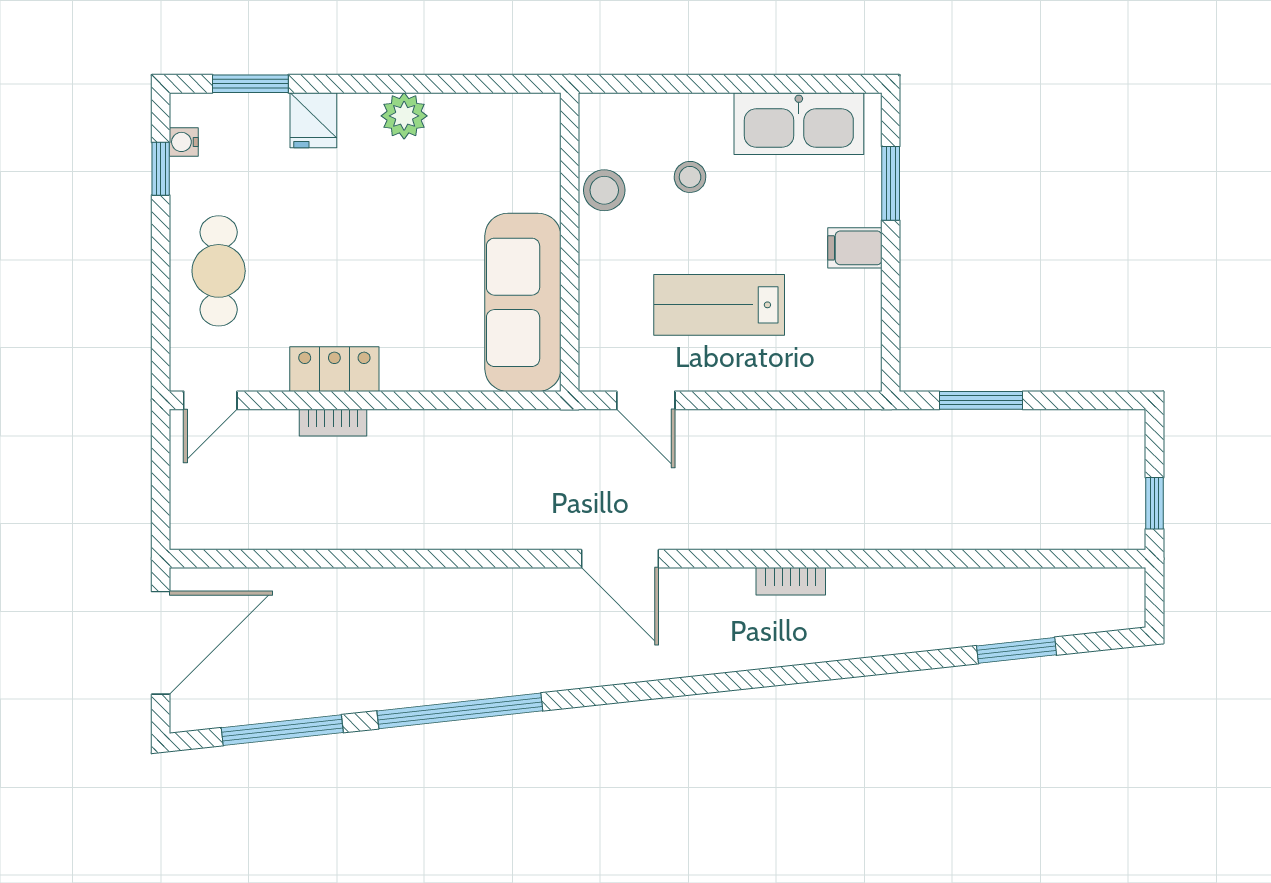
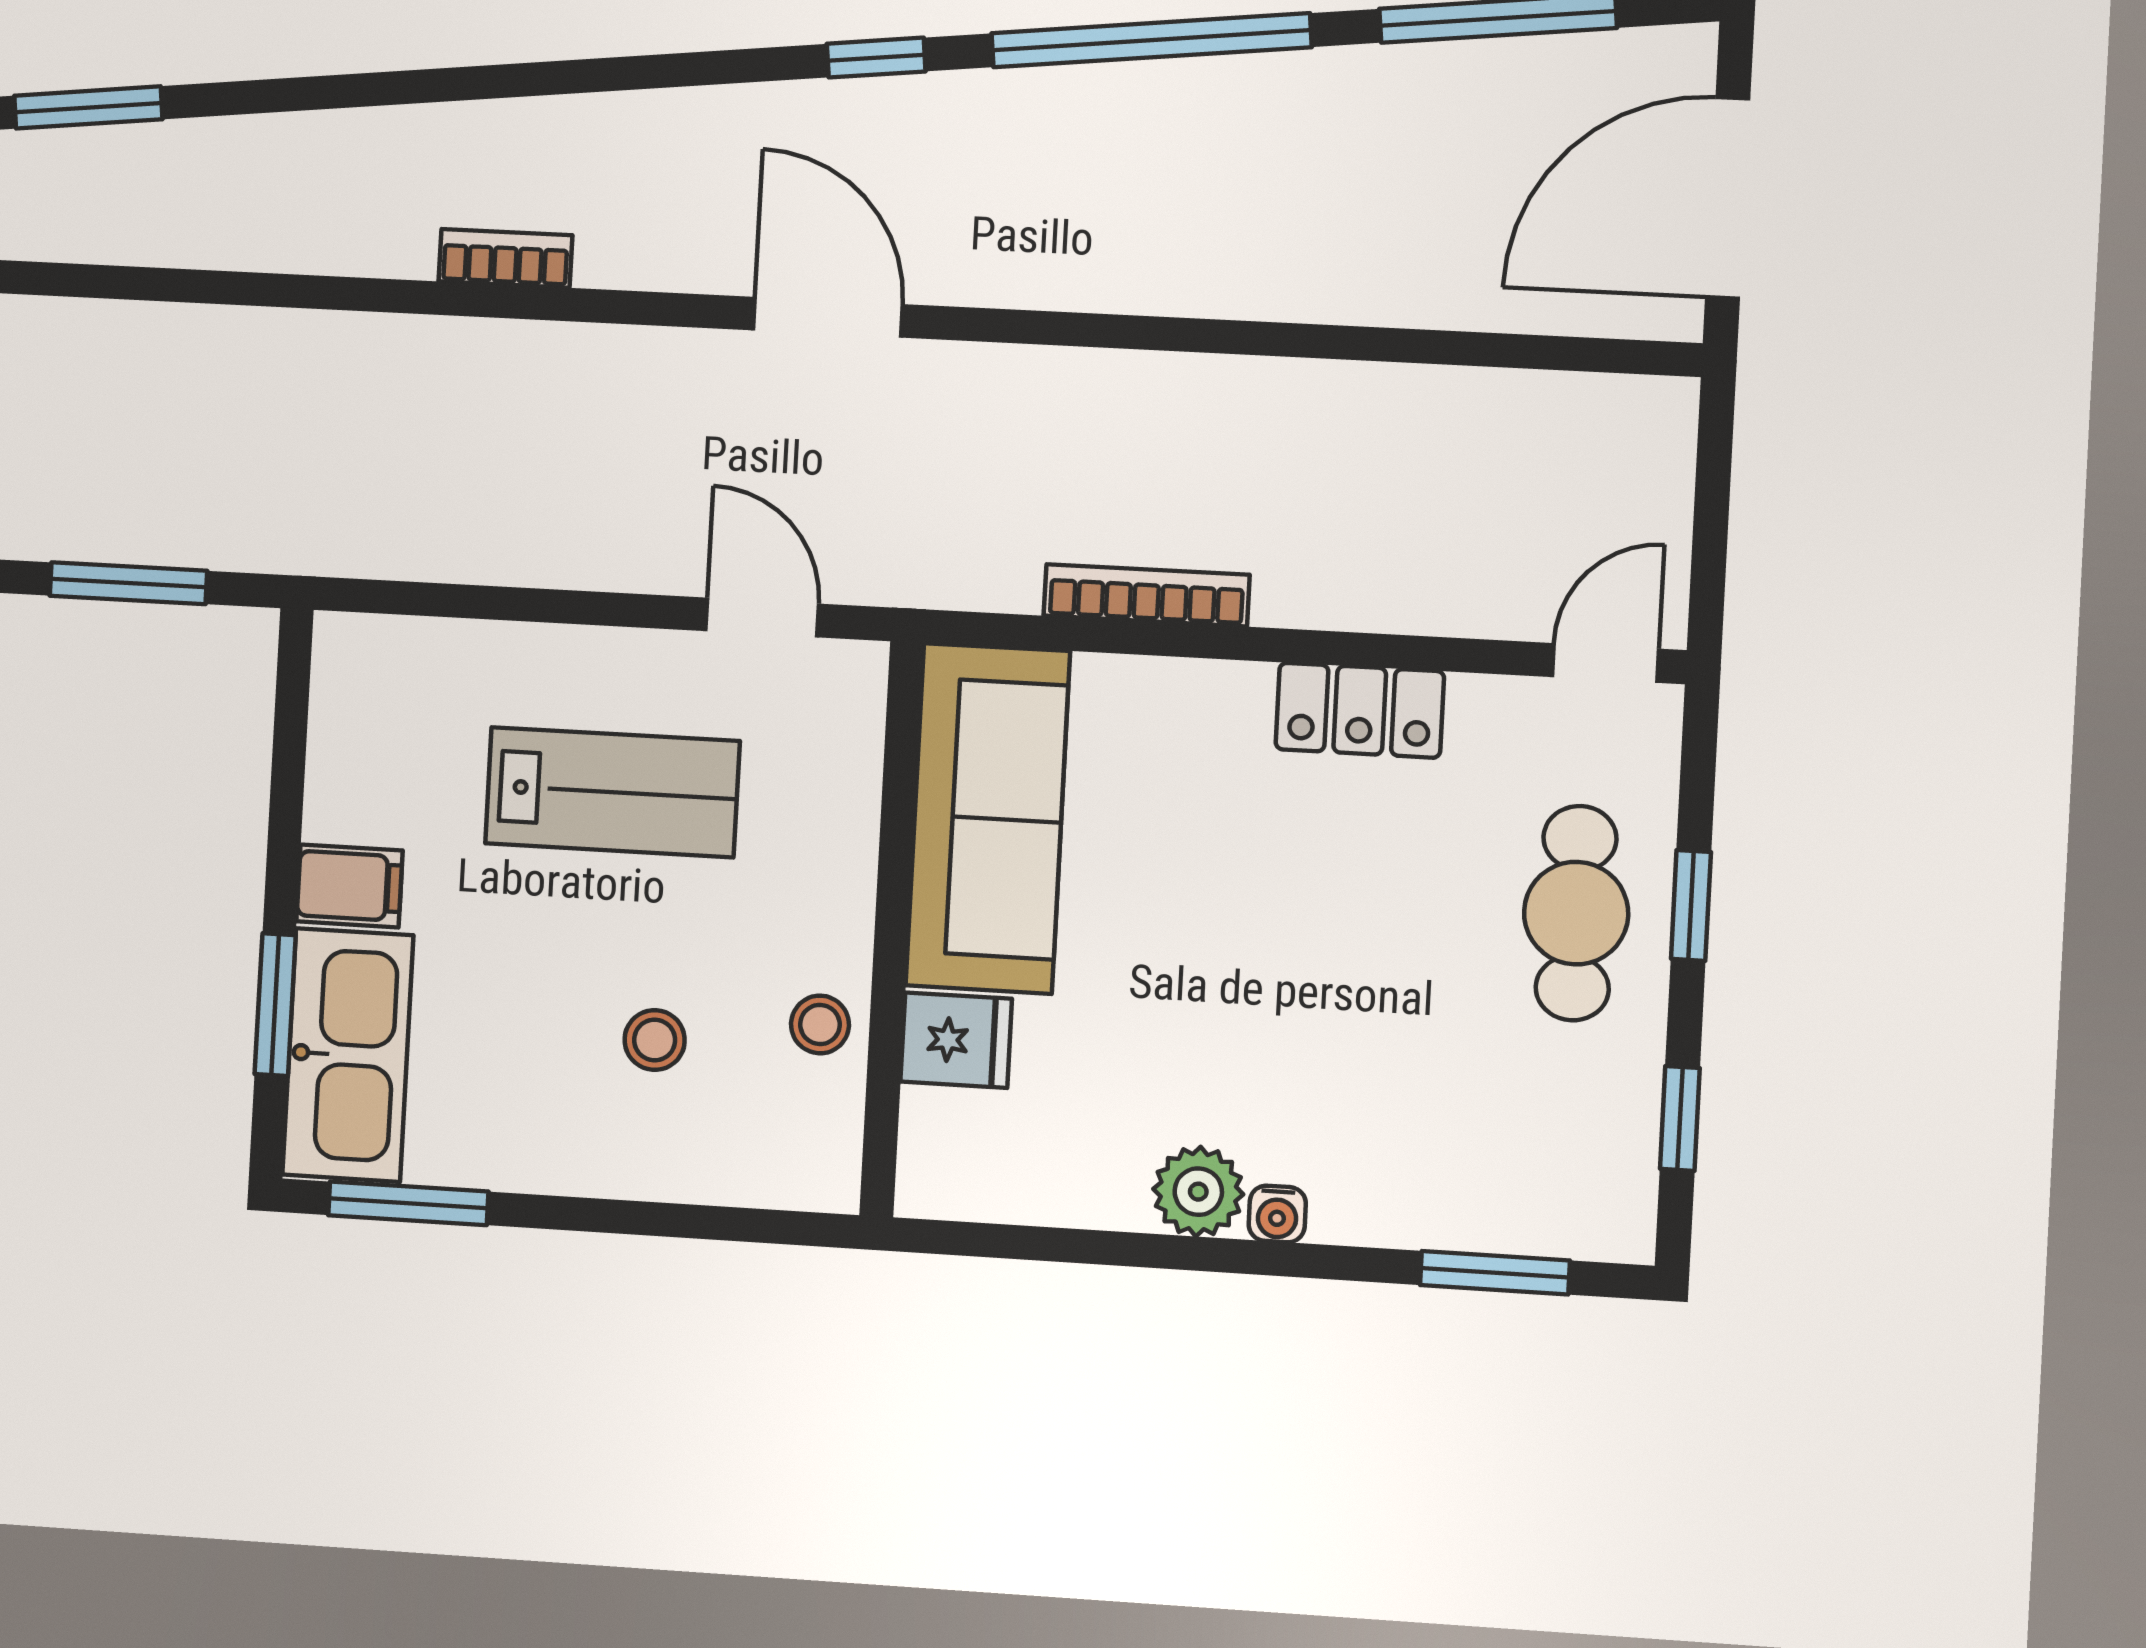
window: (815, 84) -> (408, 1203), added
fridge: (313, 120) -> (956, 1040), moved, turned 90
kitchen sink: (799, 124) -> (348, 1055), moved, turned 90
water cooler: (184, 142) -> (1277, 1214), moved, turned 90
stool: (604, 190) -> (820, 1024), width x0.73, depth x0.73
window: (161, 278) -> (1691, 905), added
bookcase: (333, 423) -> (1147, 595), moved, width x1.56
window: (602, 695) -> (876, 58), added

